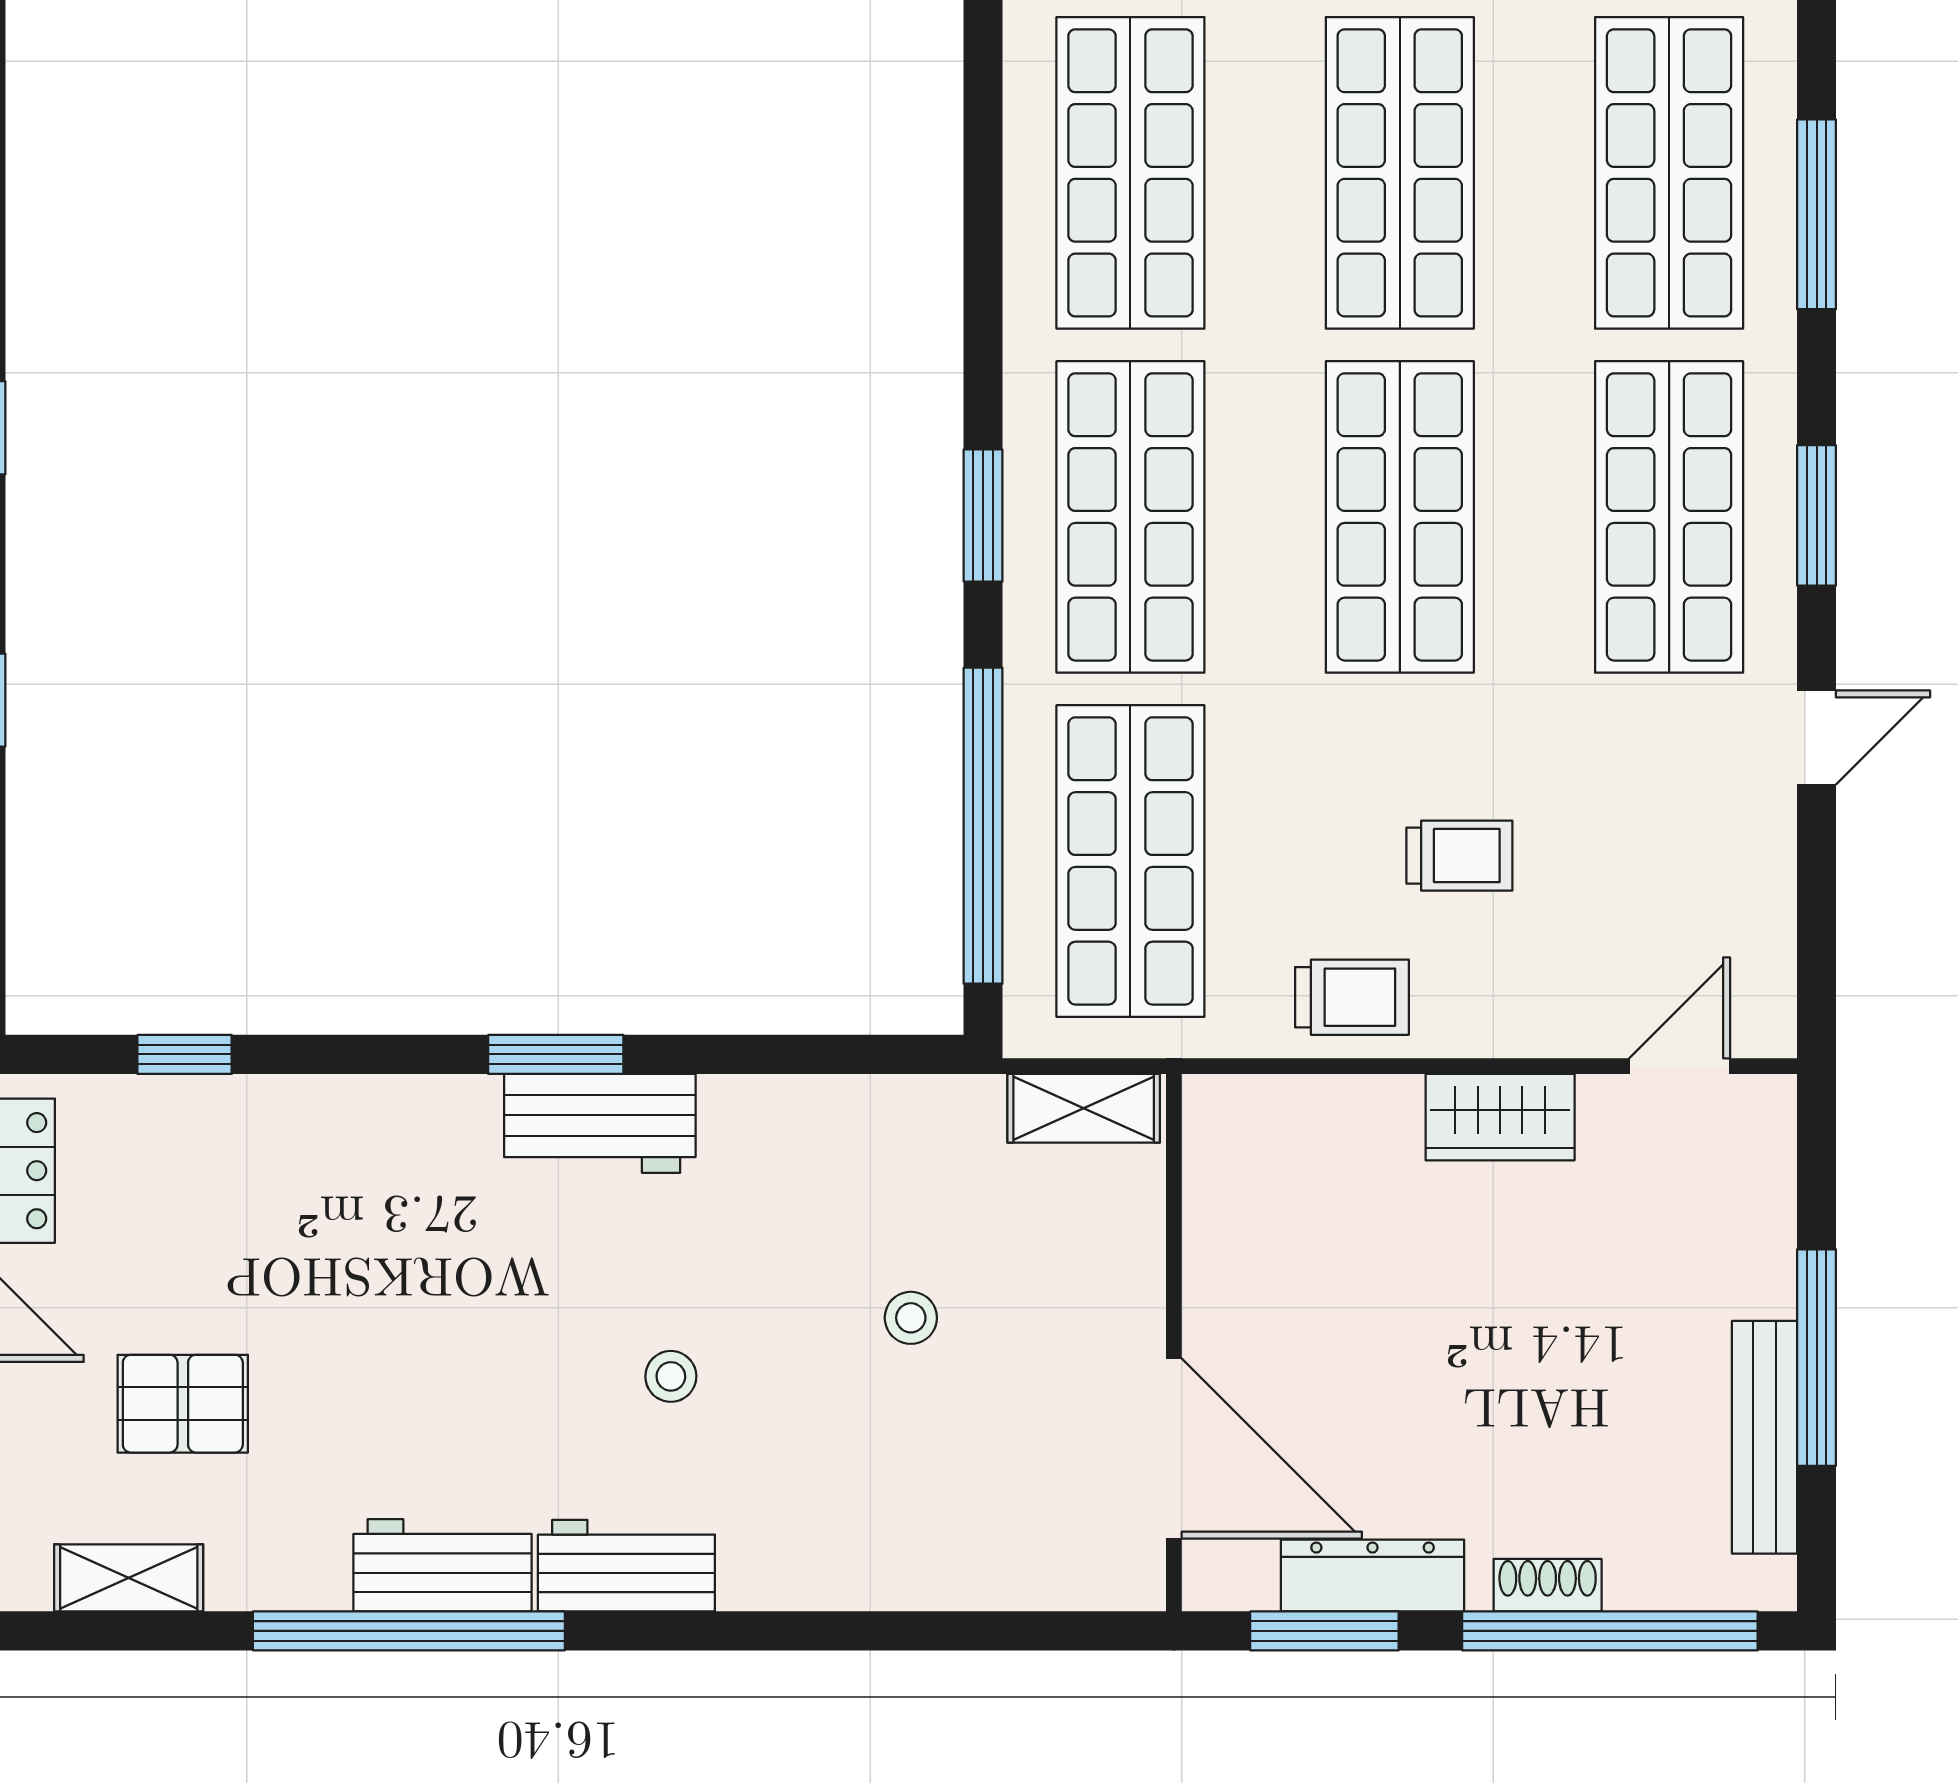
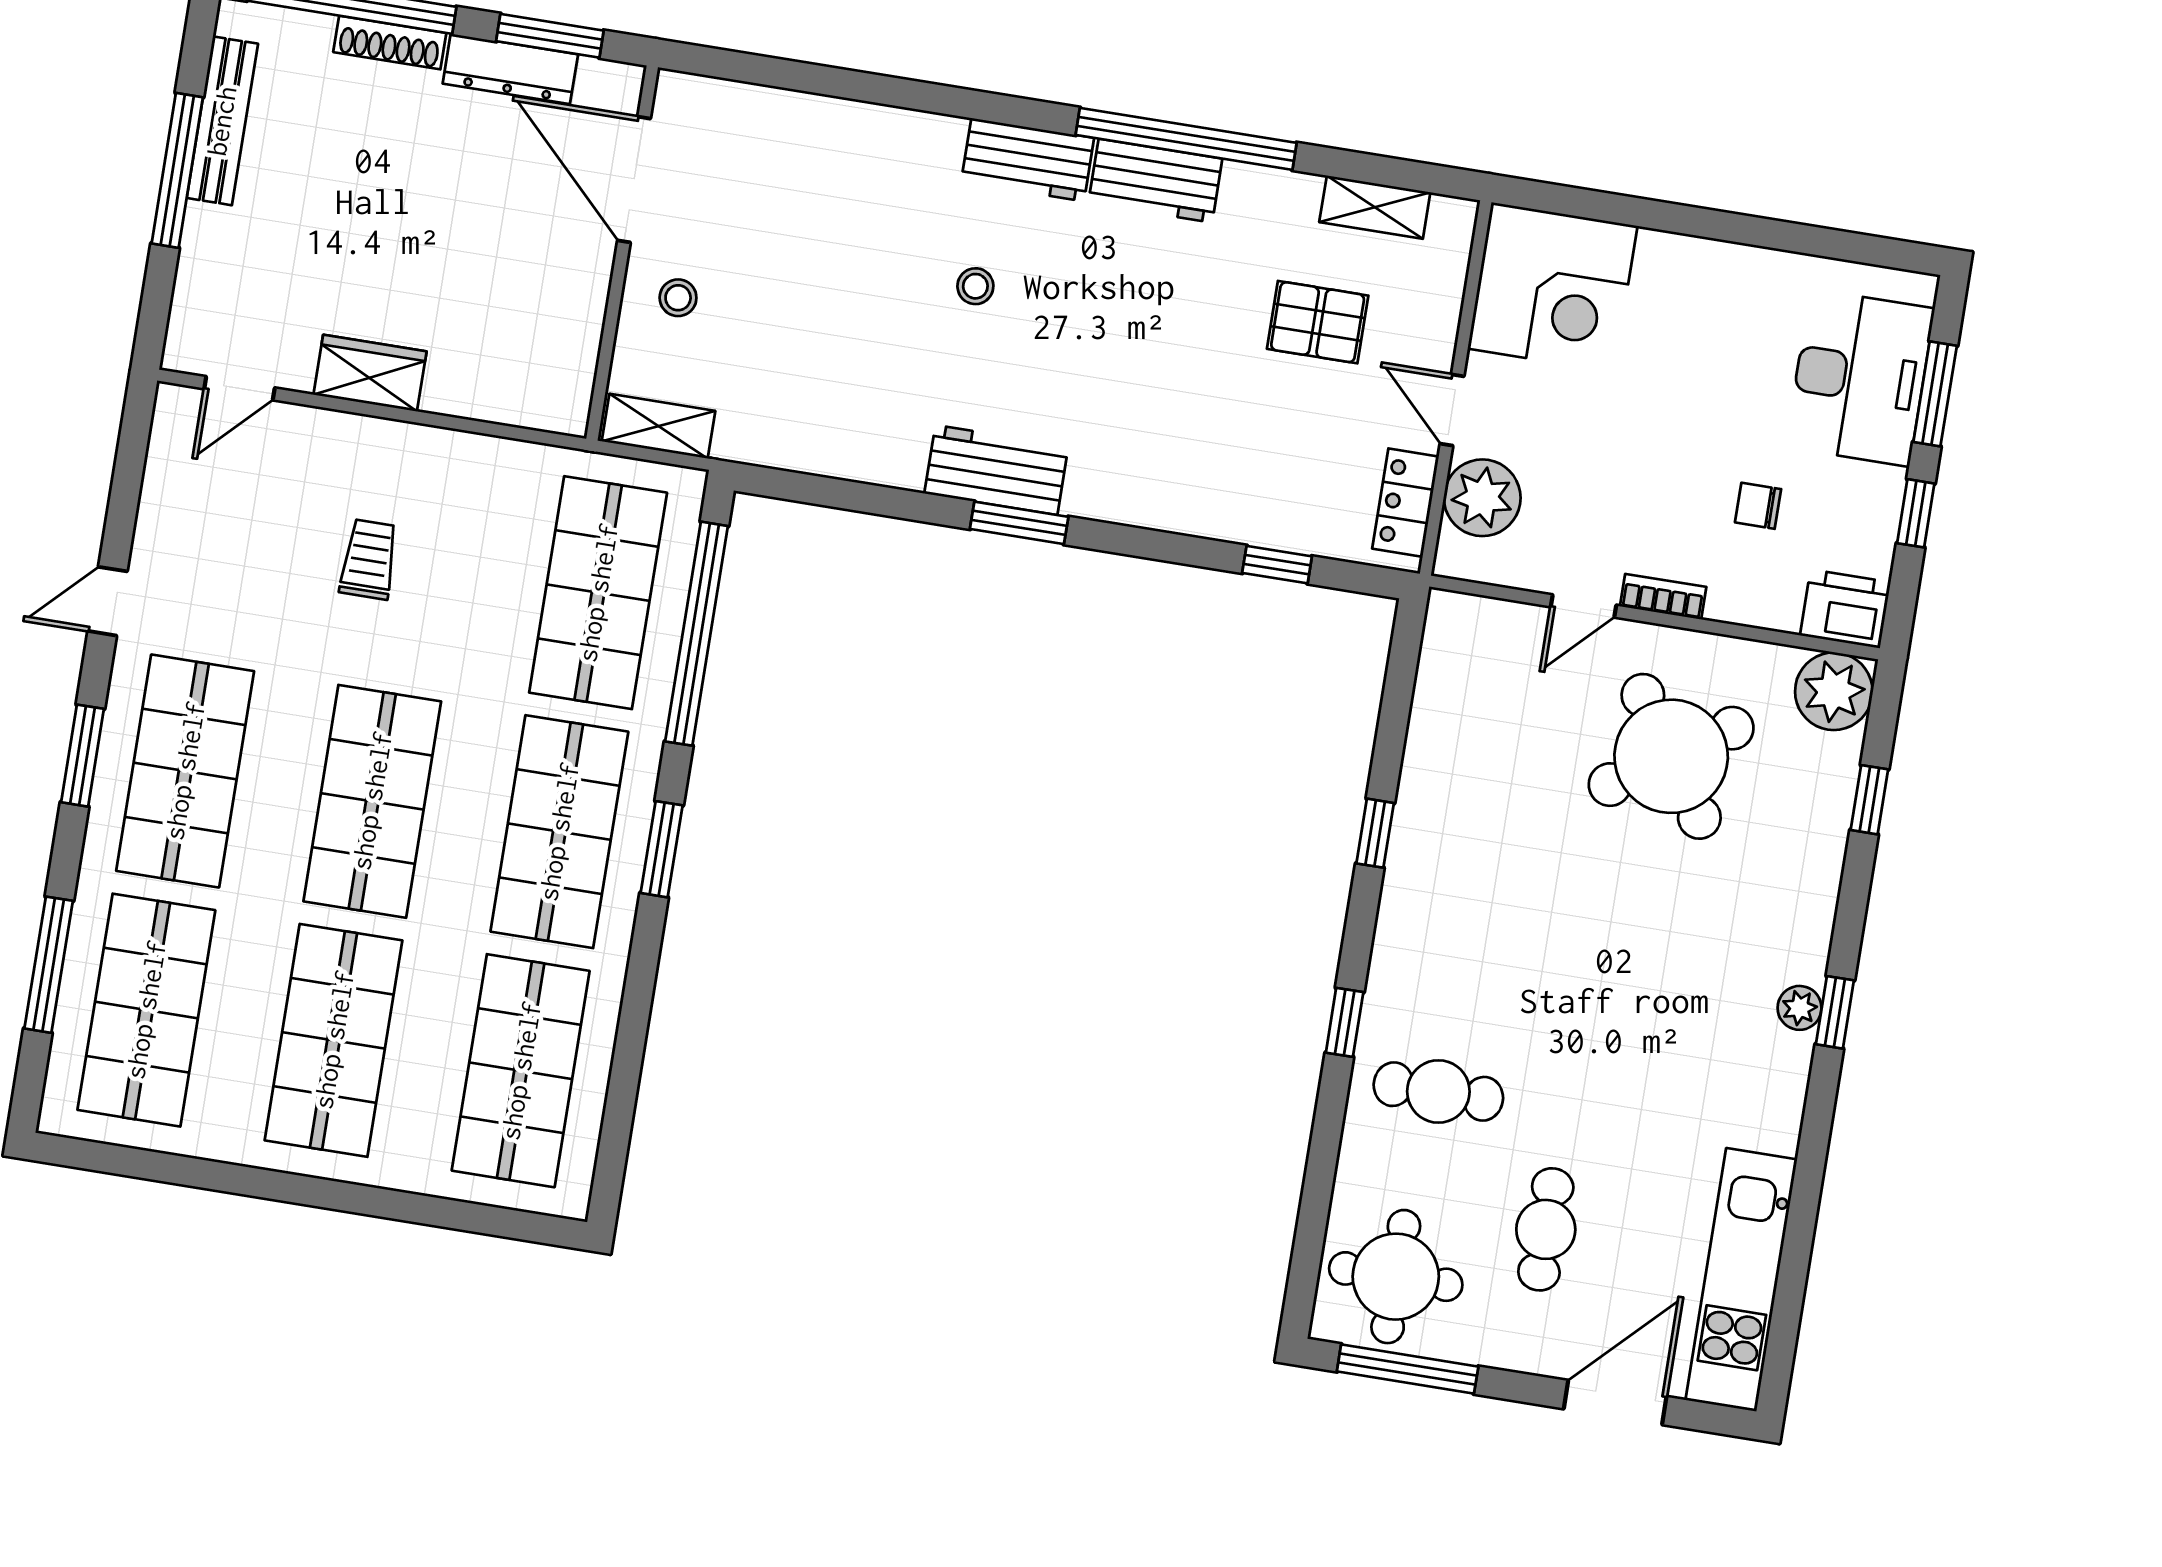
trolley: (1459, 856) -> (369, 559), turned 90
trolley: (1352, 997) -> (460, 473), removed
stool: (911, 1318) -> (678, 298), moved
shoe rack: (1548, 1585) -> (390, 42), width x1.43

